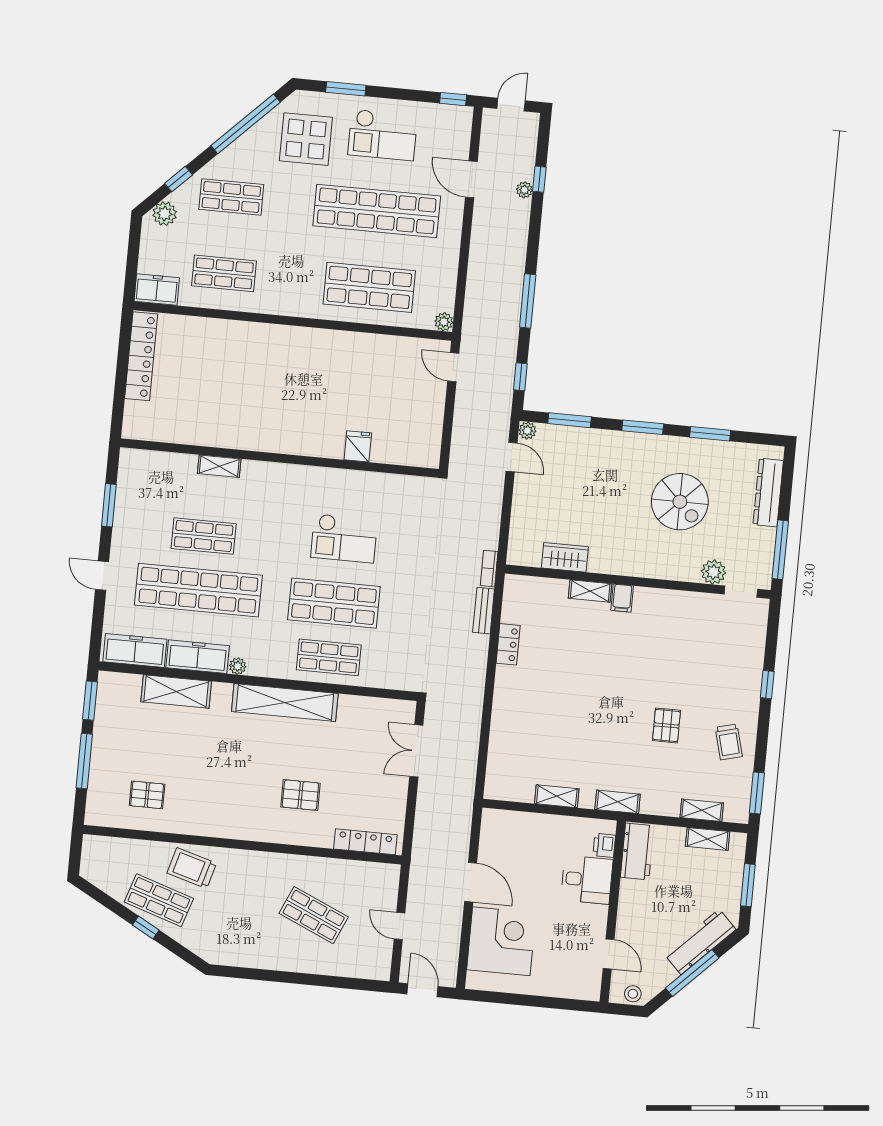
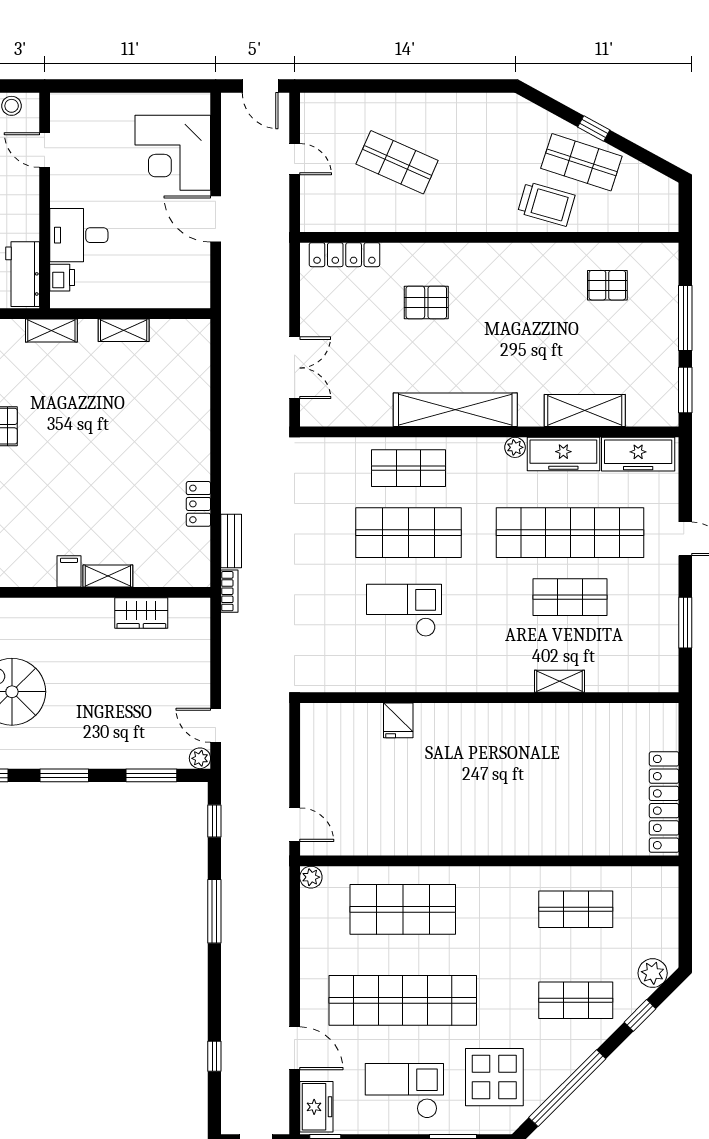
plant: (524, 190) -> (231, 1042), removed
freezer: (157, 290) -> (316, 1107), moved, turned -90

